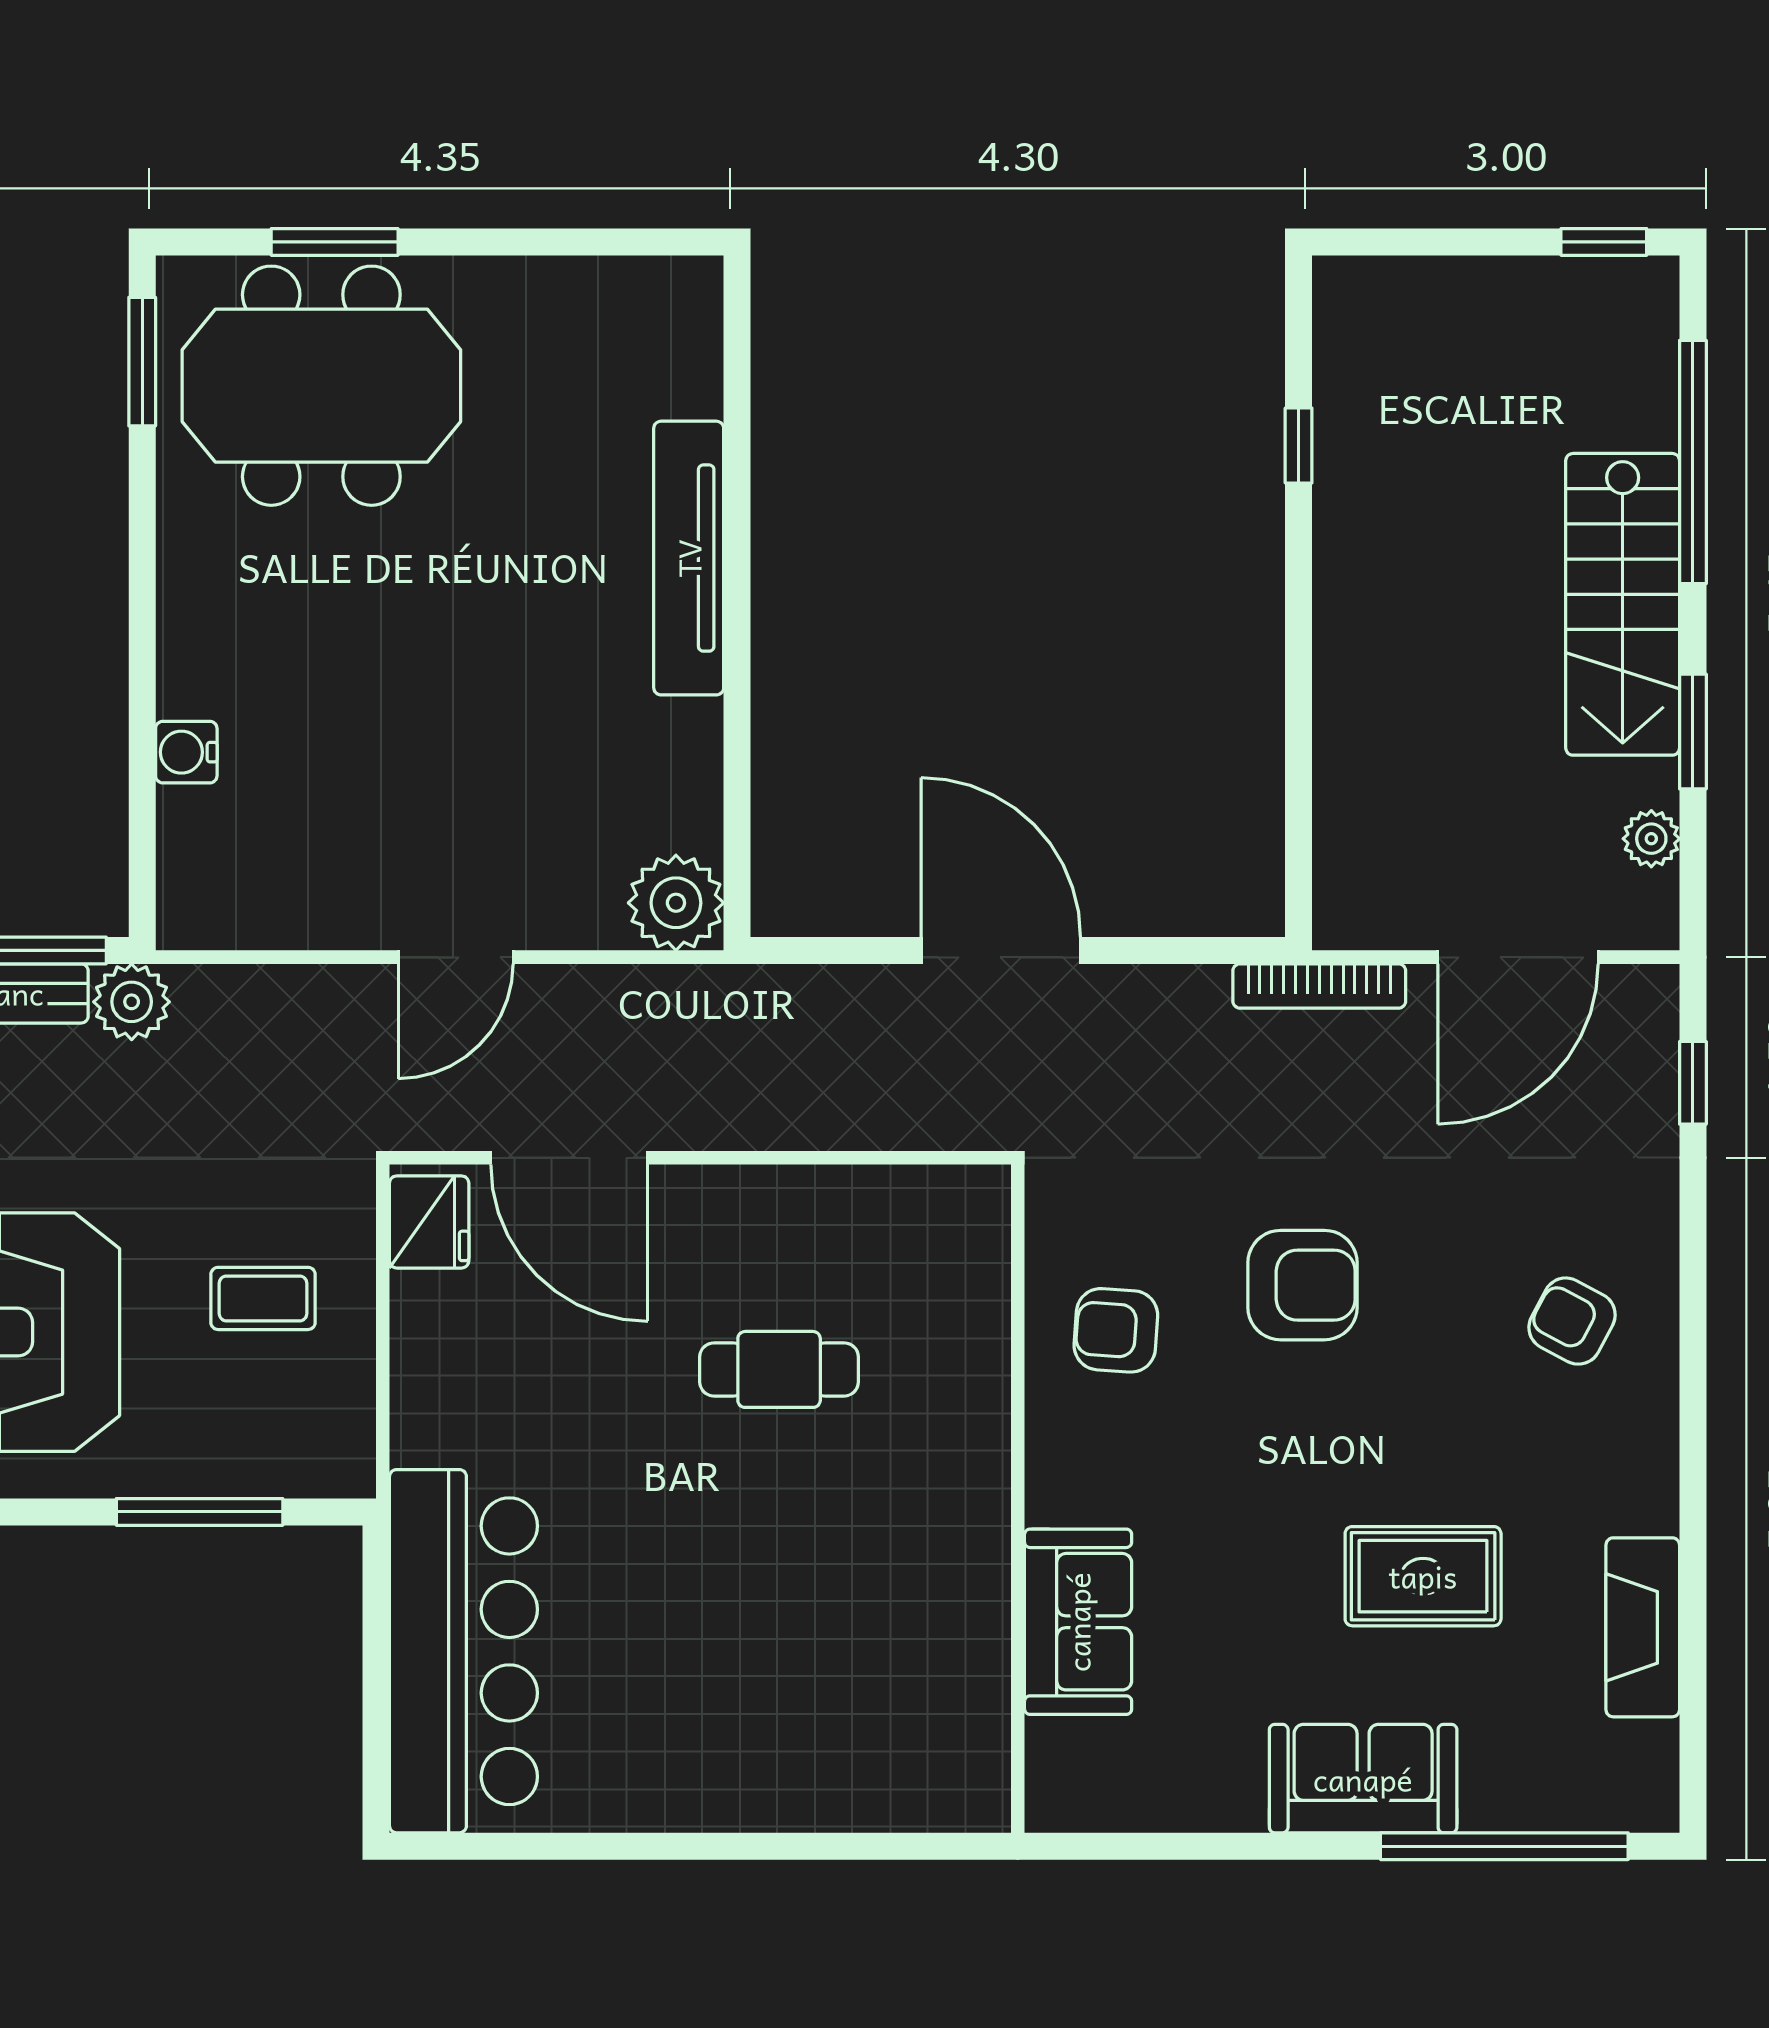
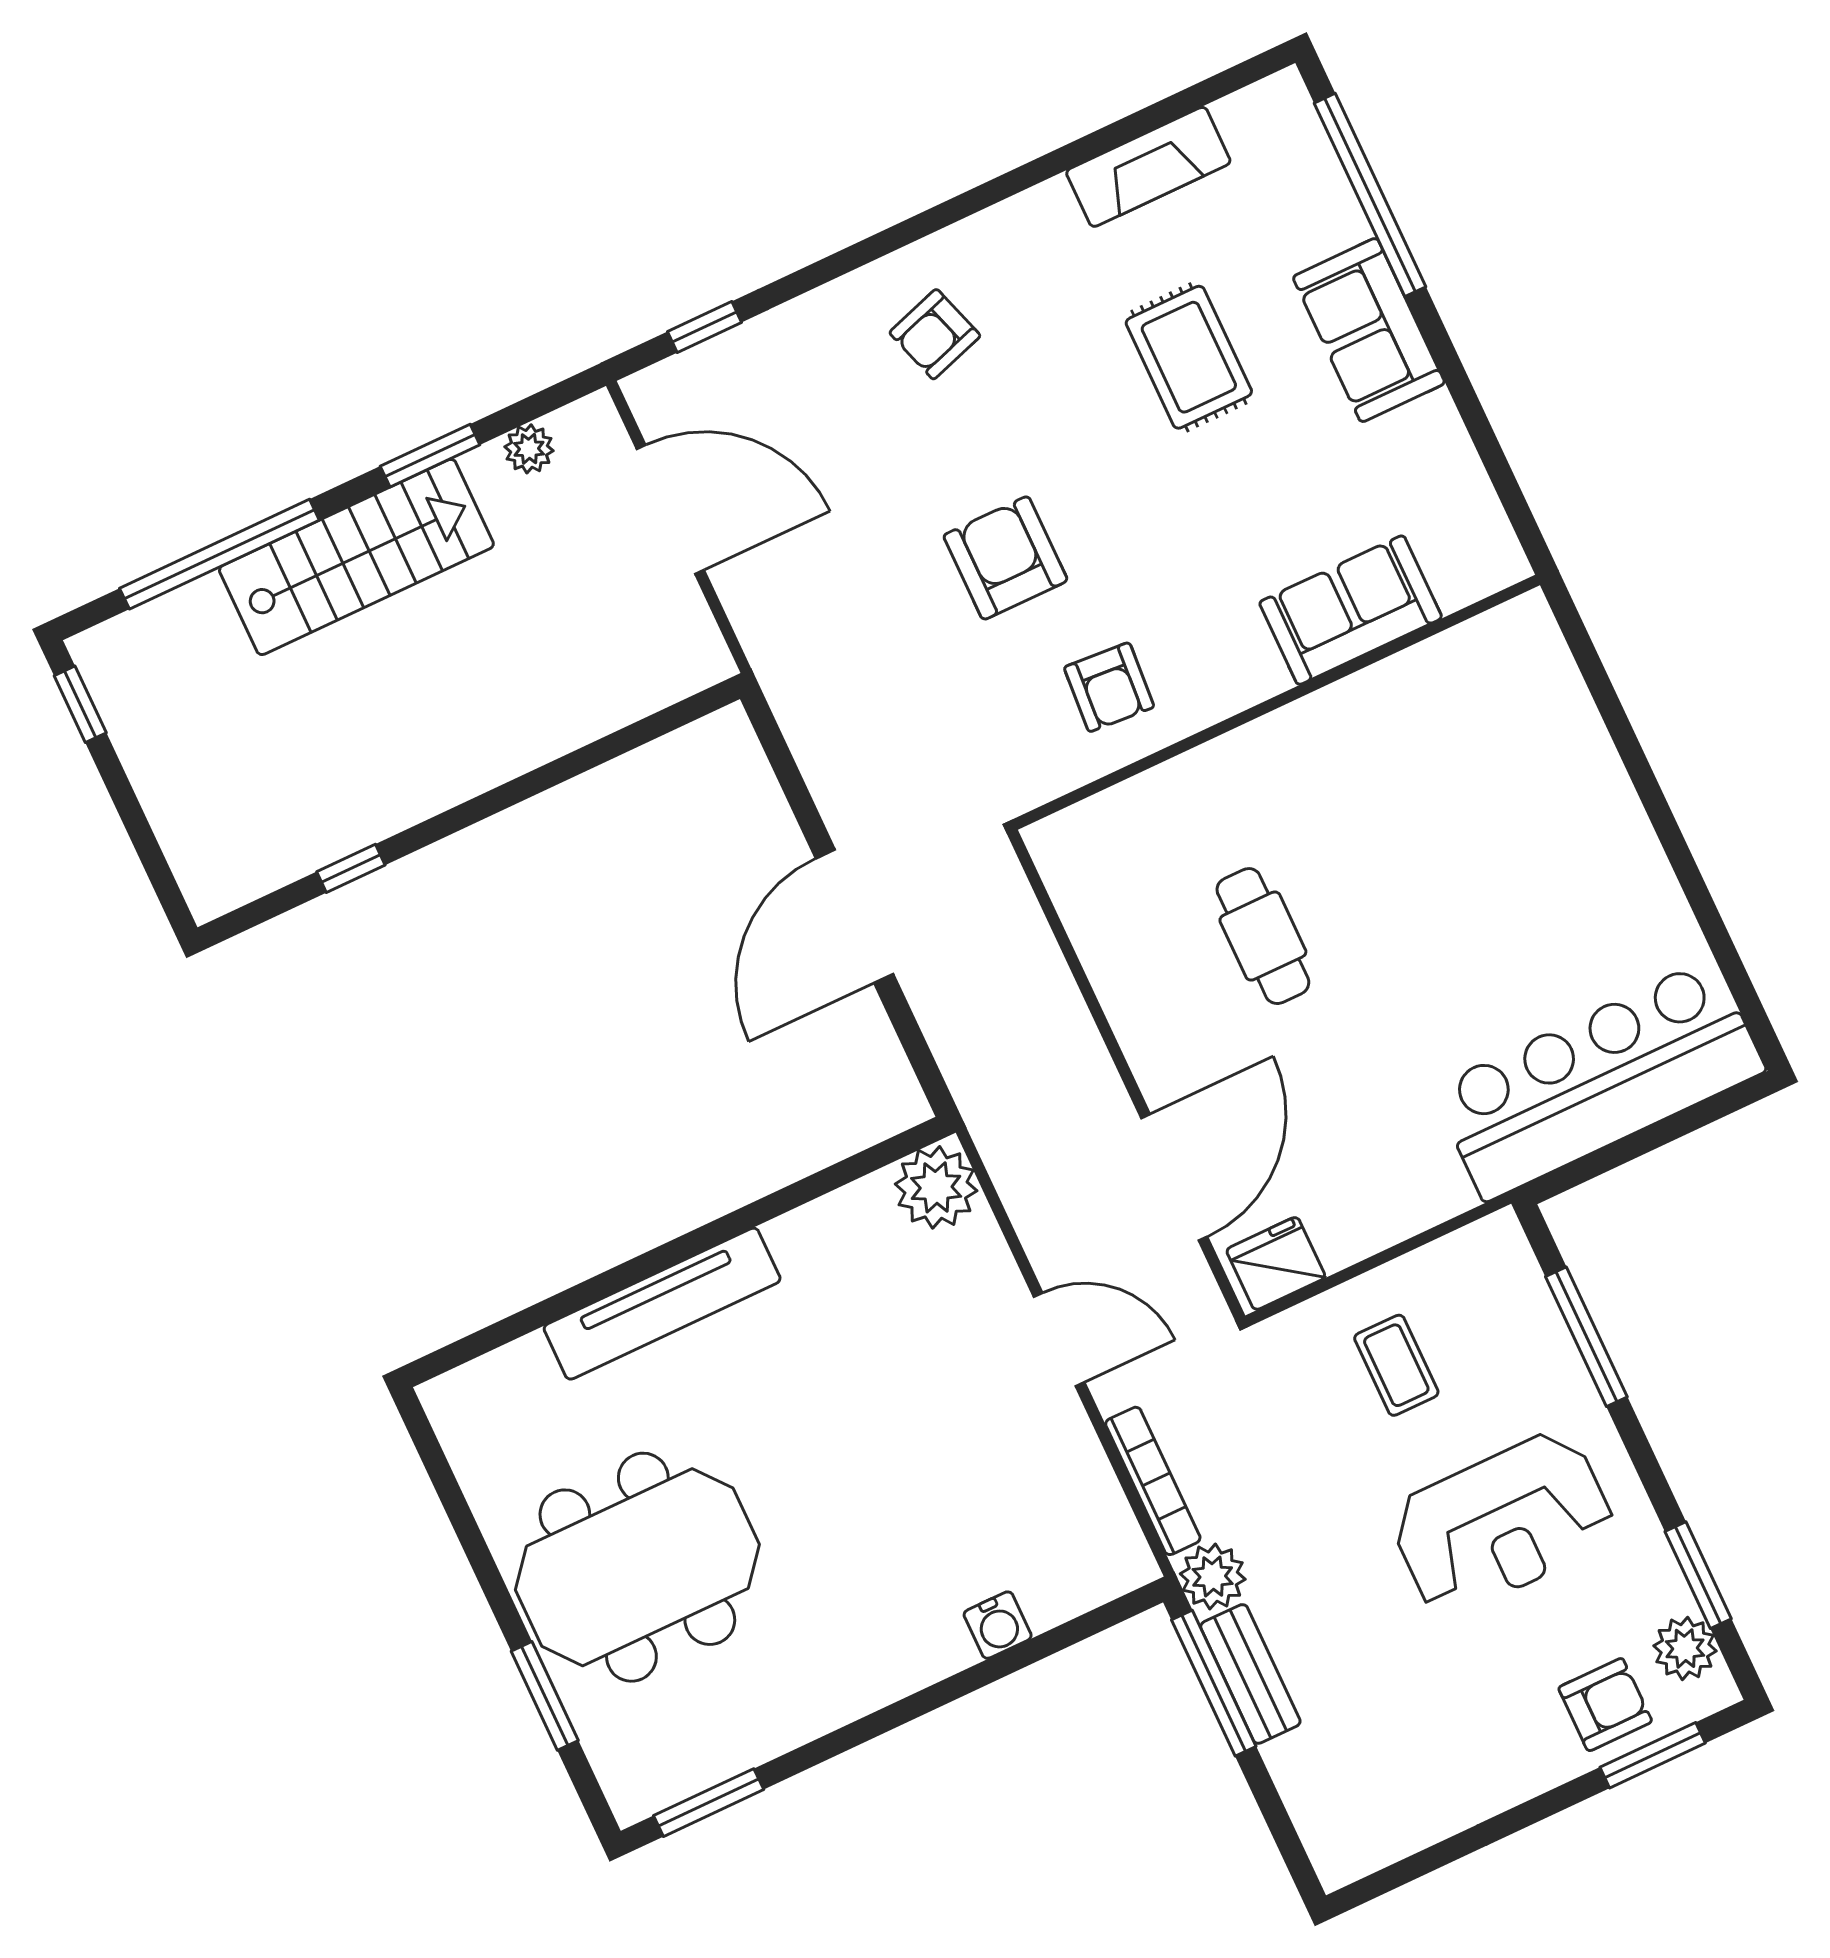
meeting table: (321, 386) -> (637, 1567), moved, turned 90
bookcase: (1319, 986) -> (1153, 1481), moved
armchair: (1572, 1321) -> (935, 334), turned 44

